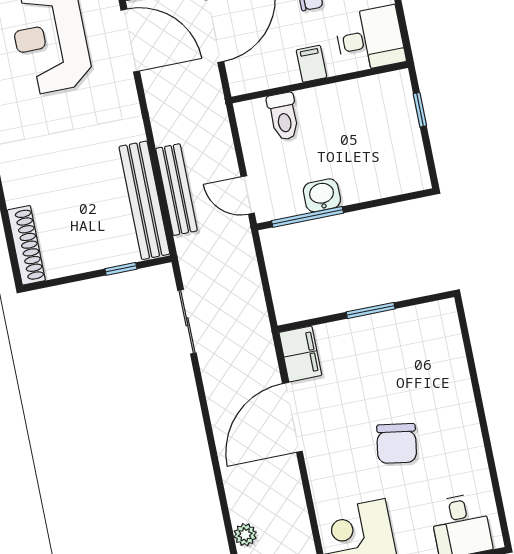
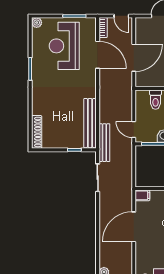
bench: (177, 190) -> (104, 143), moved
filing cabinet: (300, 354) -> (142, 195), width x0.50

